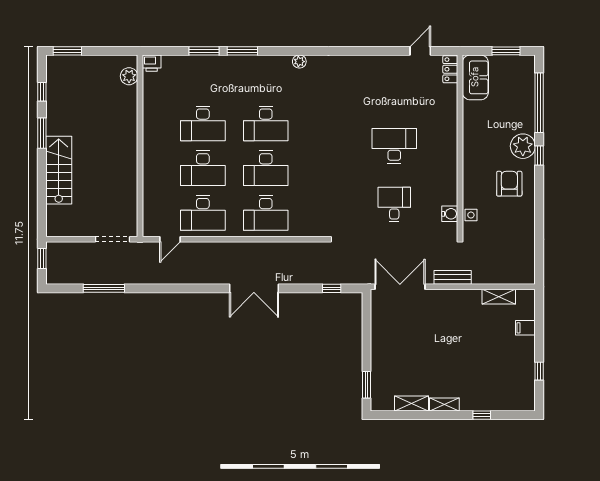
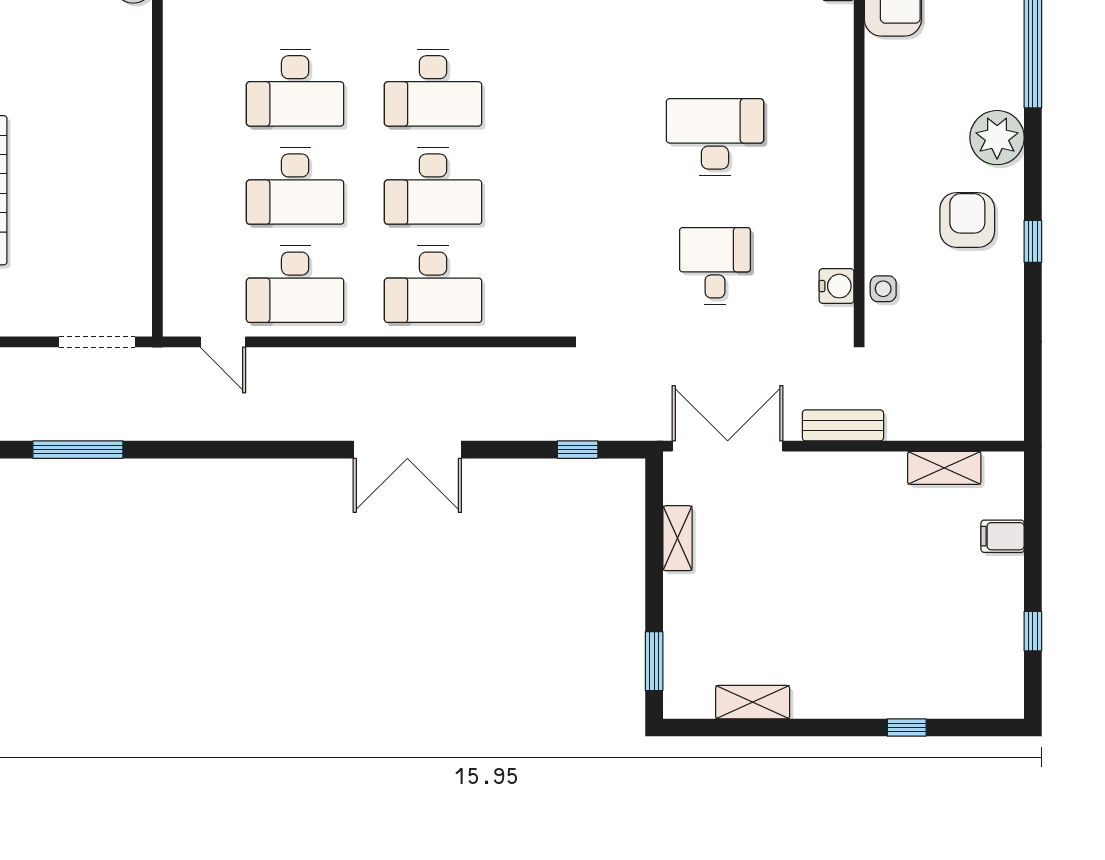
window: (539, 155) -> (1033, 241), moved
door: (170, 239) -> (223, 342), hinge flipped
shelving: (444, 404) -> (677, 538), moved, turned 90

